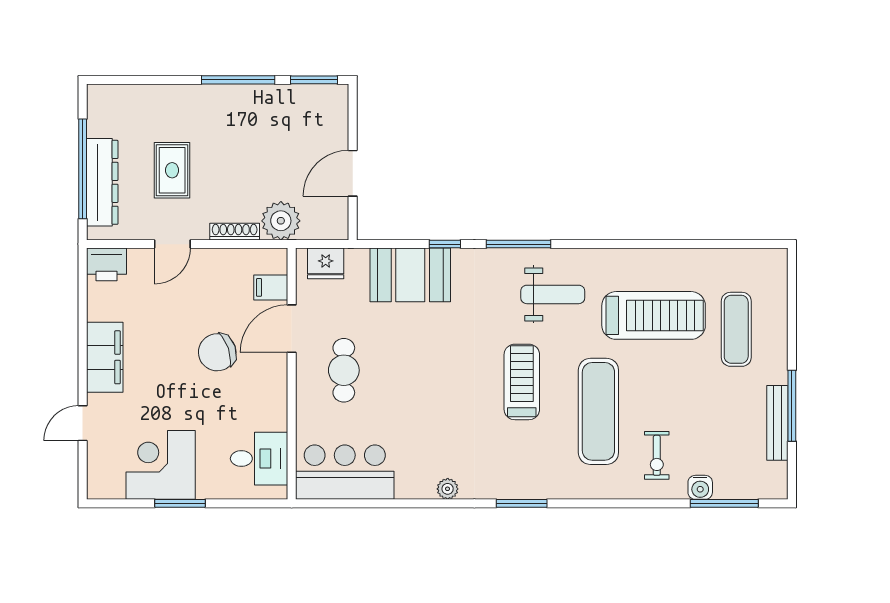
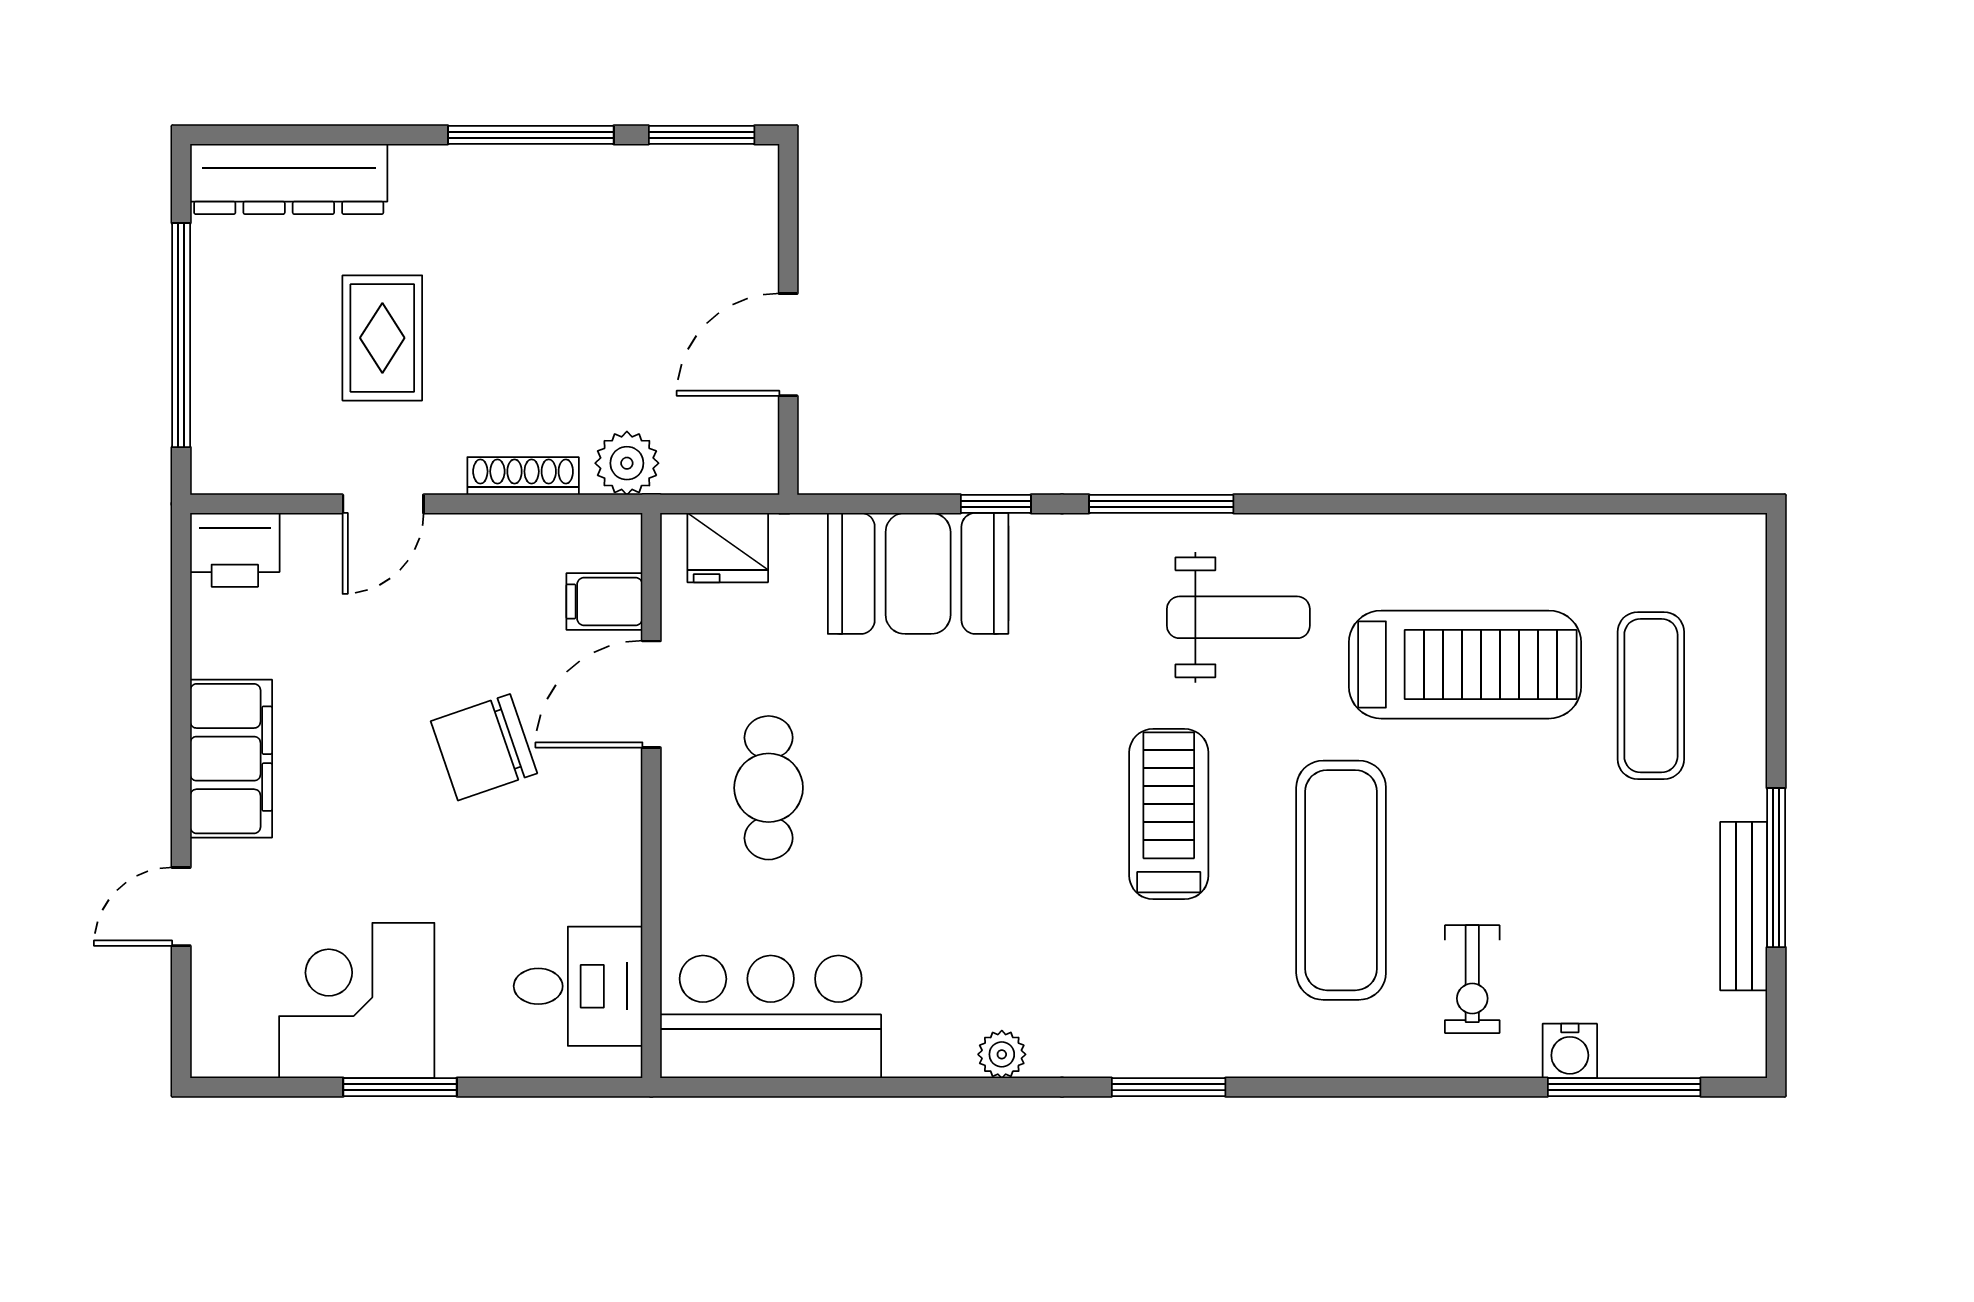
dresser: (102, 182) -> (289, 179), moved, turned 90
plant: (281, 221) -> (627, 463), width x0.73, depth x0.73

